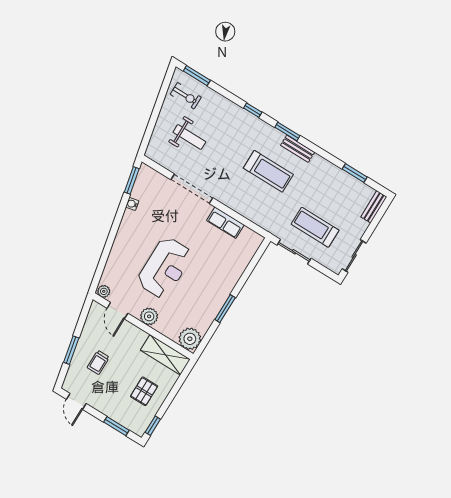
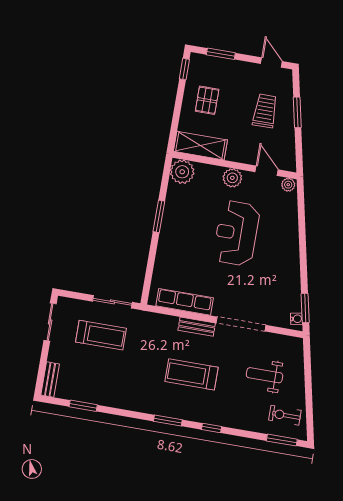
bench: (298, 149) -> (197, 327), moved
treadmill: (268, 171) -> (191, 374), moved
water cooler: (132, 204) -> (296, 319), moved
row of seats: (225, 223) -> (185, 302), width x1.48
trolley: (98, 362) -> (265, 111), width x1.36, depth x1.39

